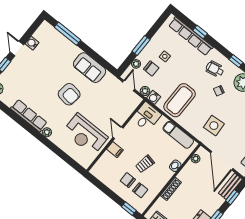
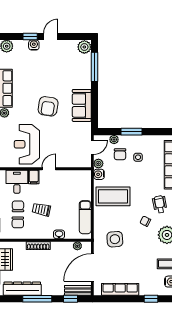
plant: (46, 29) -> (84, 47), added
water cooler: (32, 43) -> (34, 45), moved
desk: (147, 117) -> (17, 182), moved, turned -90

